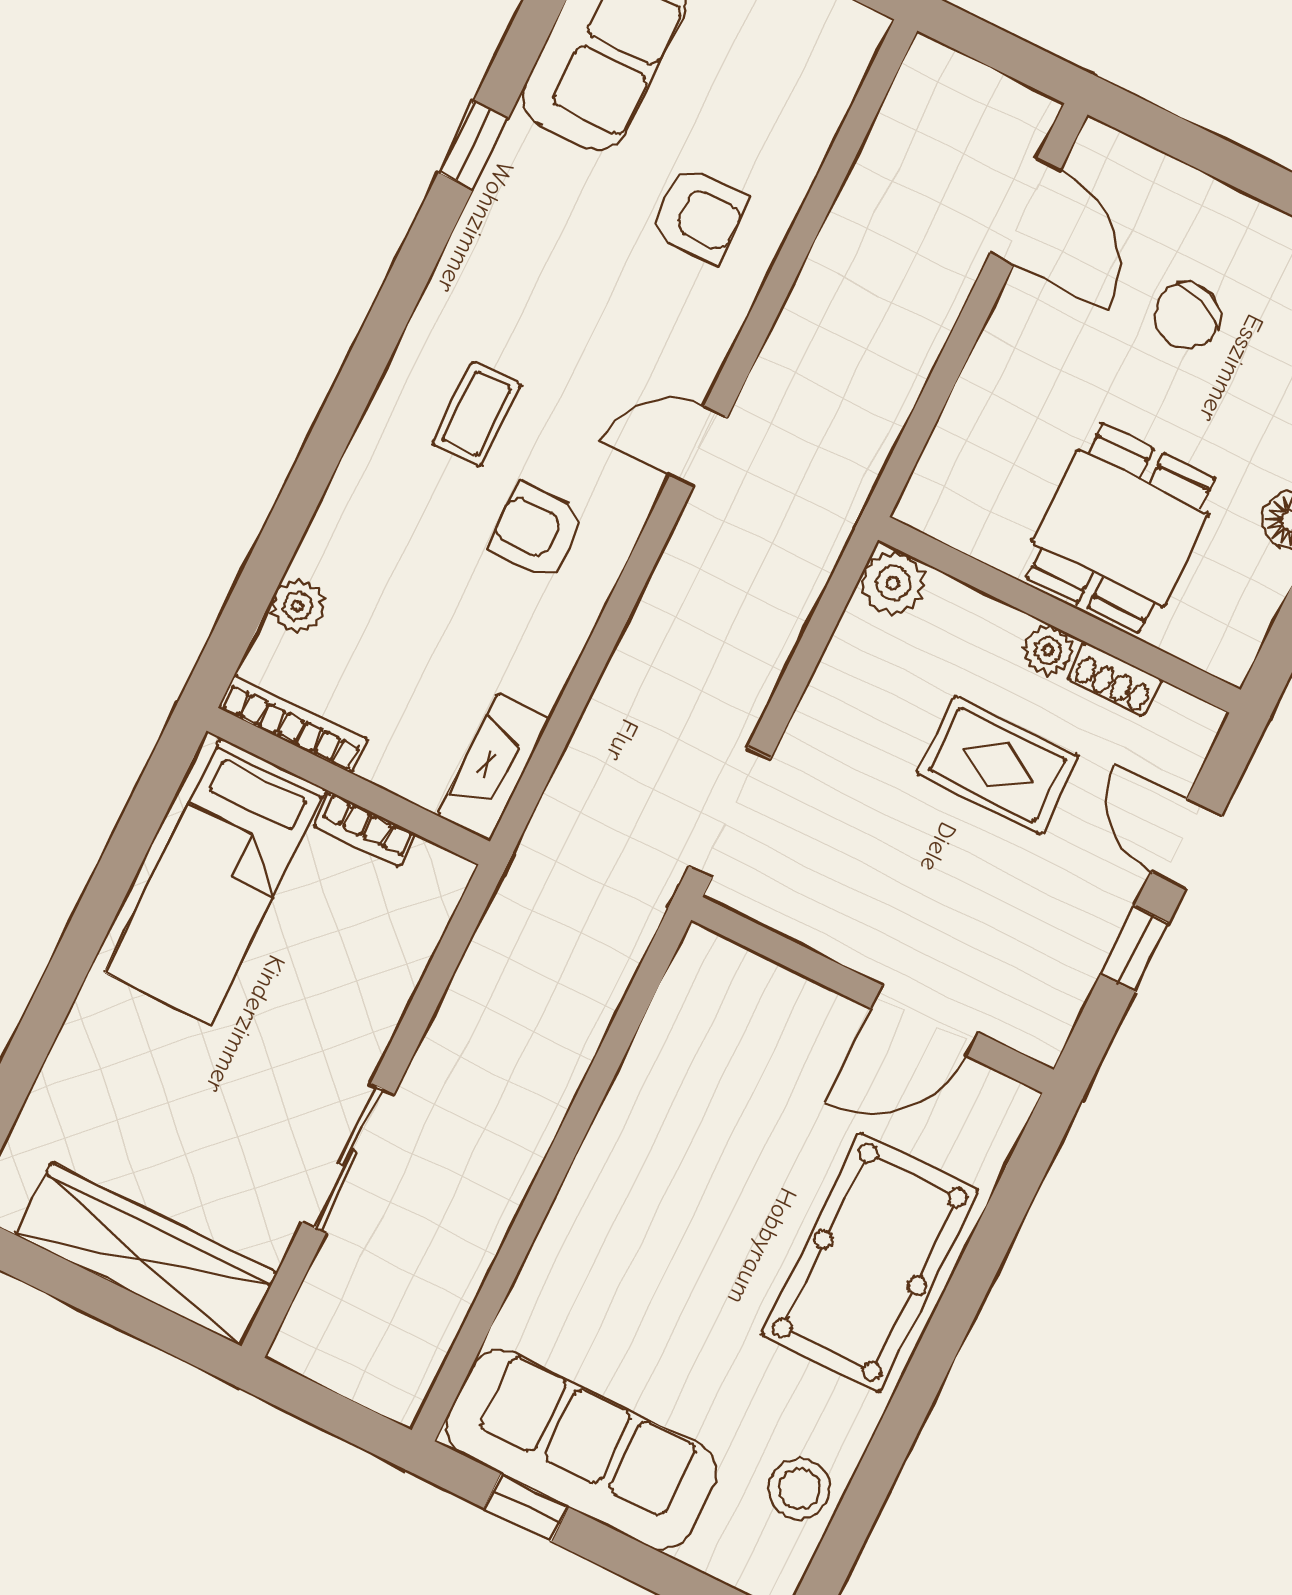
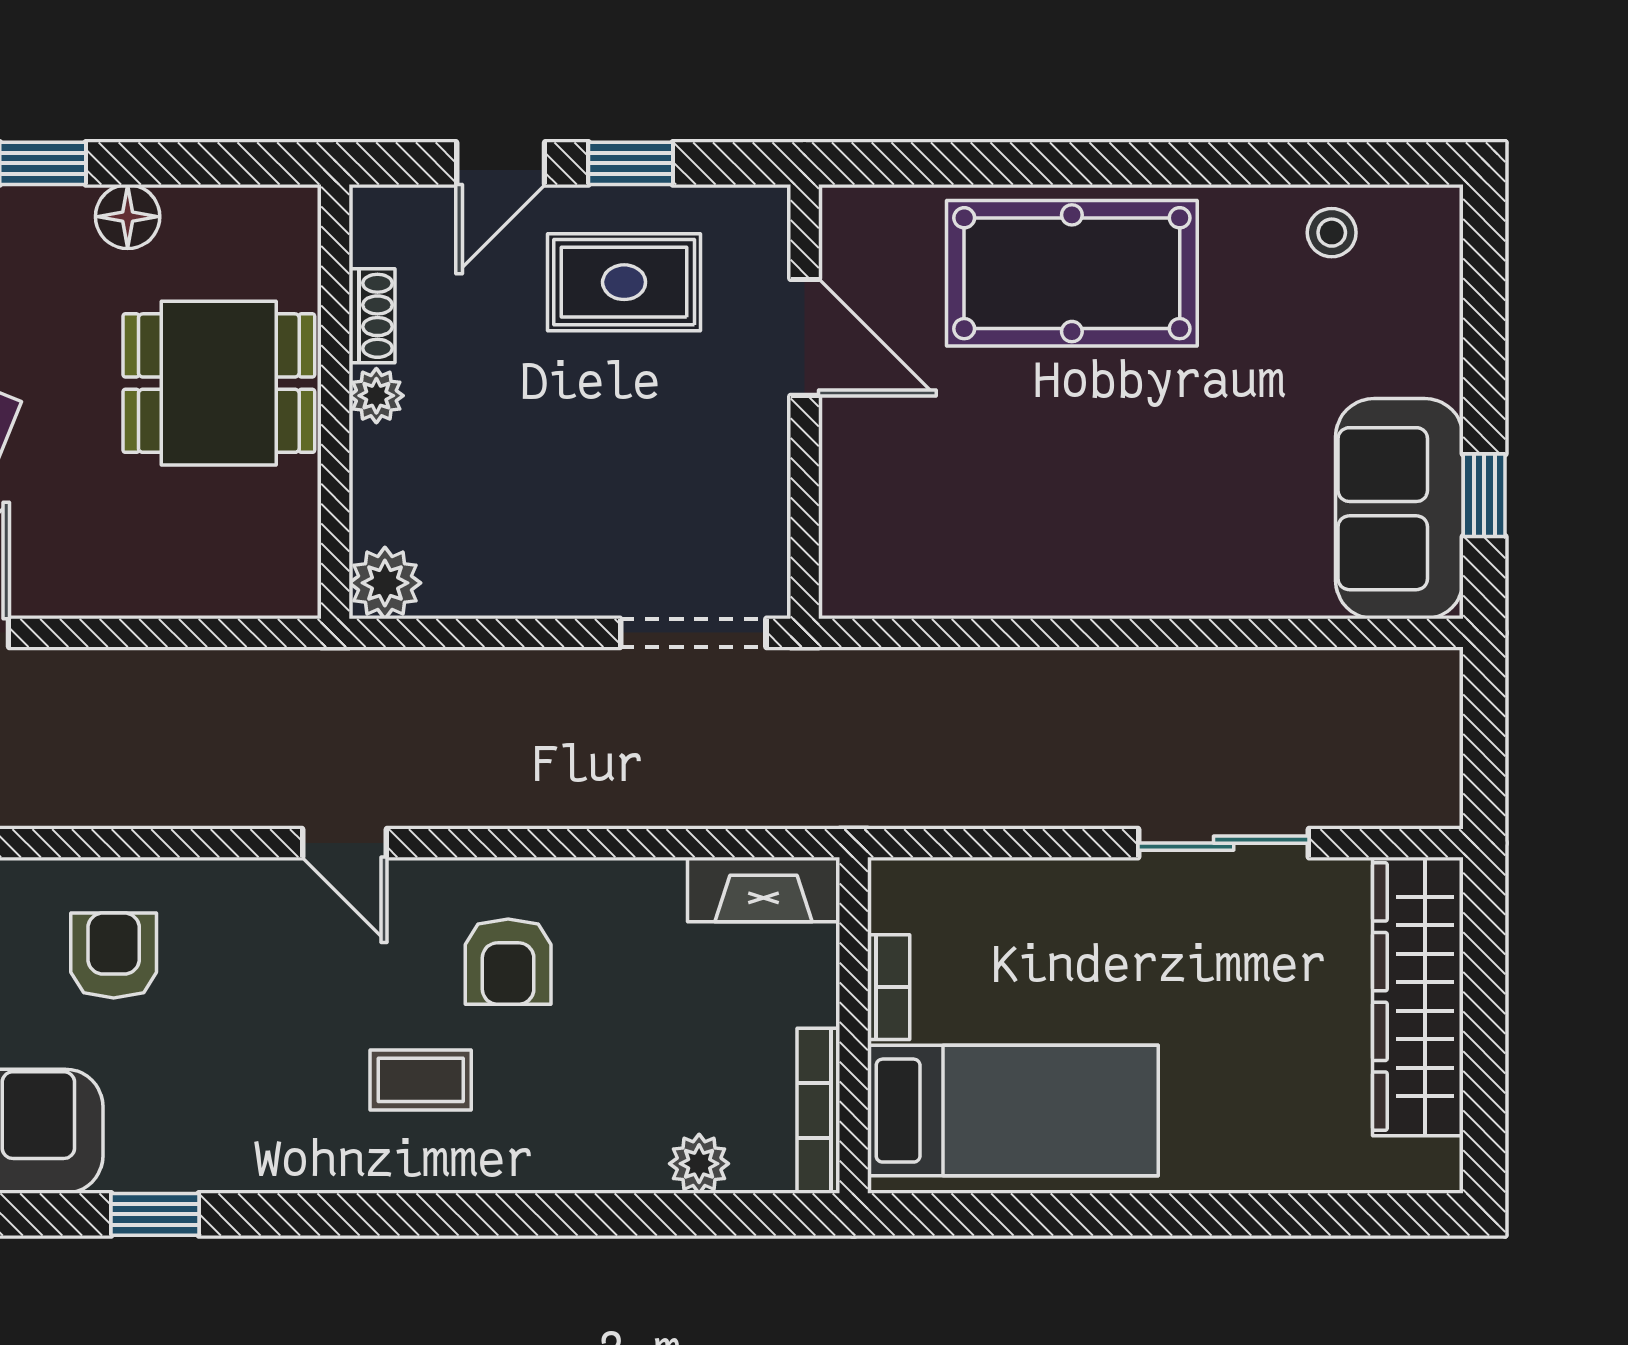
rug: (998, 765) -> (624, 282), moved, turned 90
sofa: (581, 1449) -> (1399, 509), width x0.73
stool: (799, 1489) -> (1332, 233), width x0.73, depth x0.73

